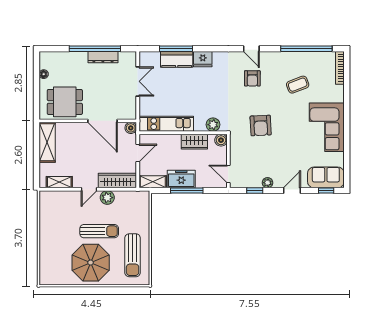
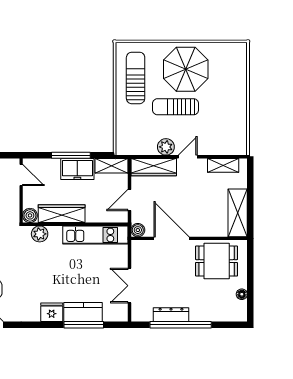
wardrobe: (194, 142) -> (62, 214), width x1.50

